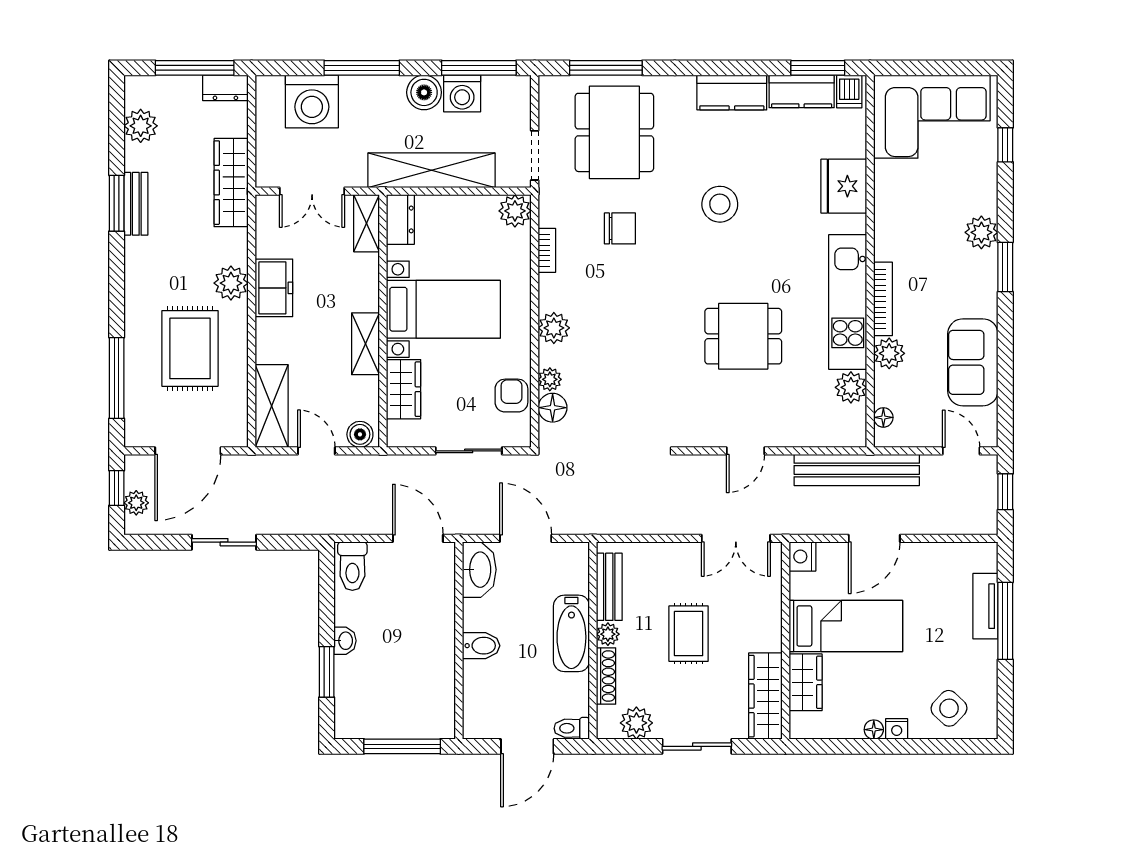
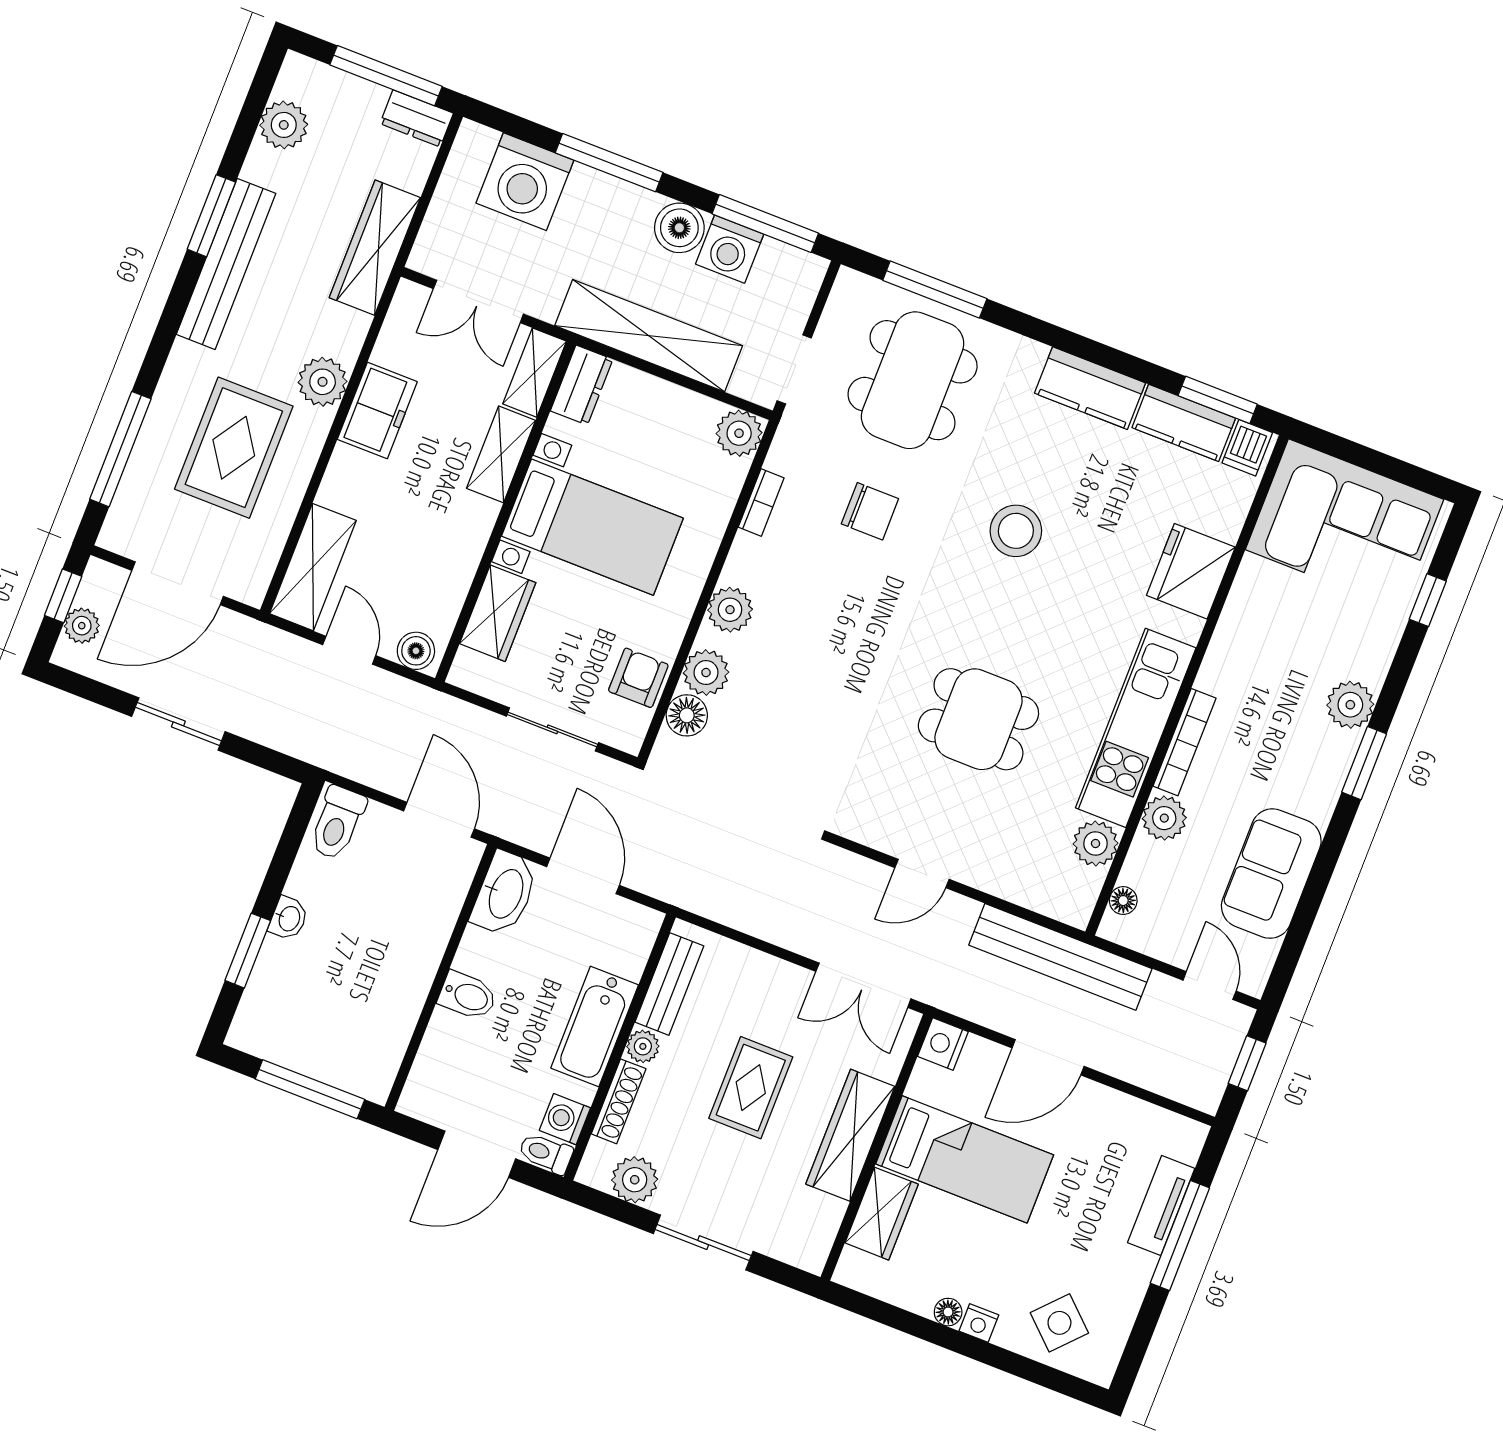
bench: (136, 204) -> (226, 264), width x1.86, depth x1.21
shelving: (366, 344) -> (501, 454), moved
plant: (550, 379) -> (706, 673), width x1.38, depth x1.38
wardrobe: (765, 696) -> (850, 1135), moved
washing machine: (576, 701) -> (565, 1119), added

